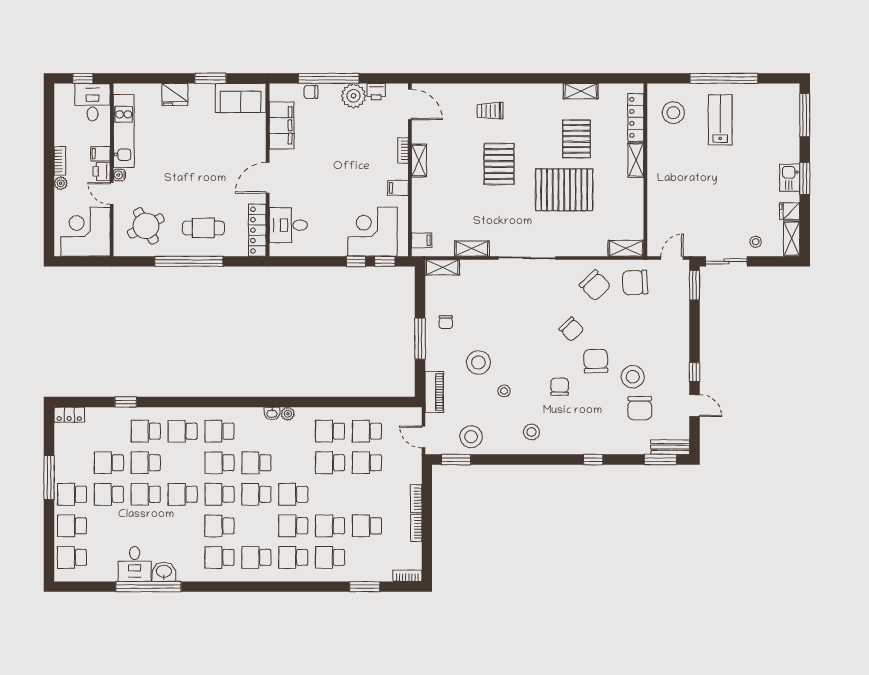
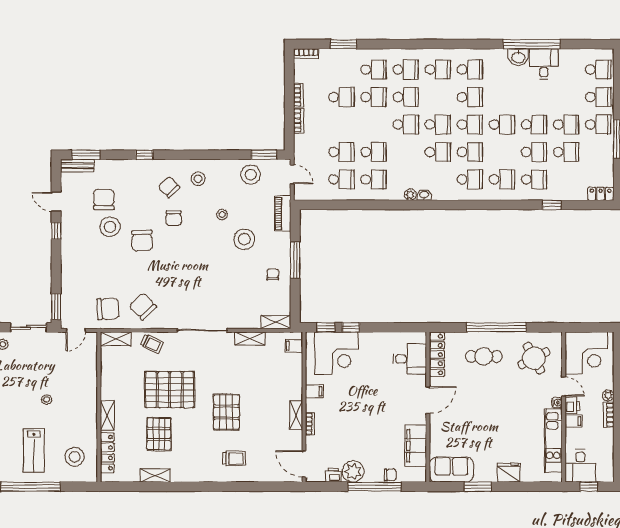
stool: (705, 178) -> (47, 400), added
trolley: (585, 242) -> (152, 344), added
chair: (571, 329) -> (169, 187), moved

